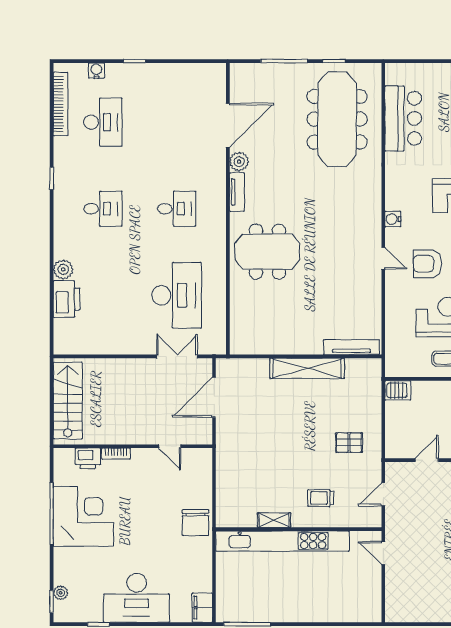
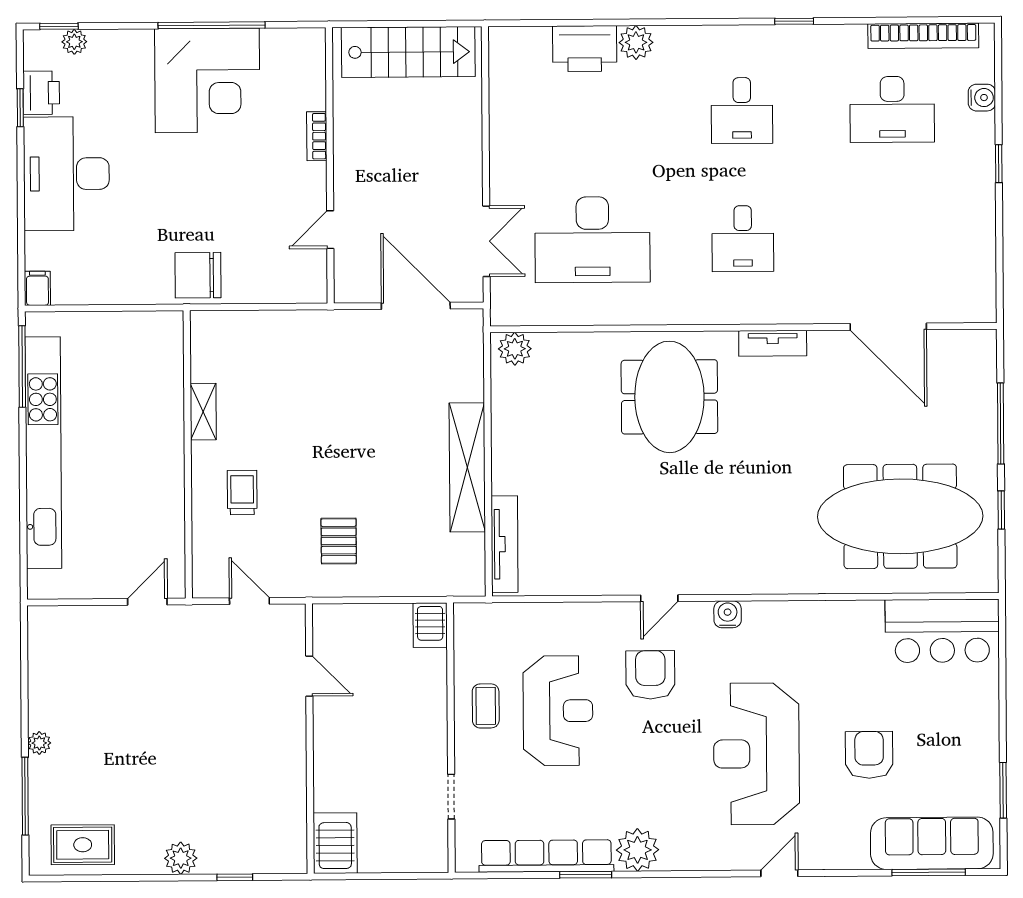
bar counter: (403, 118) -> (942, 631), moved
plant: (239, 162) -> (515, 349), moved
printer: (88, 458) -> (41, 93), moved, turned 180
kitchen unit: (282, 541) -> (43, 453), moved, turned 180
filing cabinet: (202, 608) -> (37, 288), width x0.50

